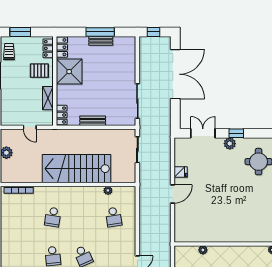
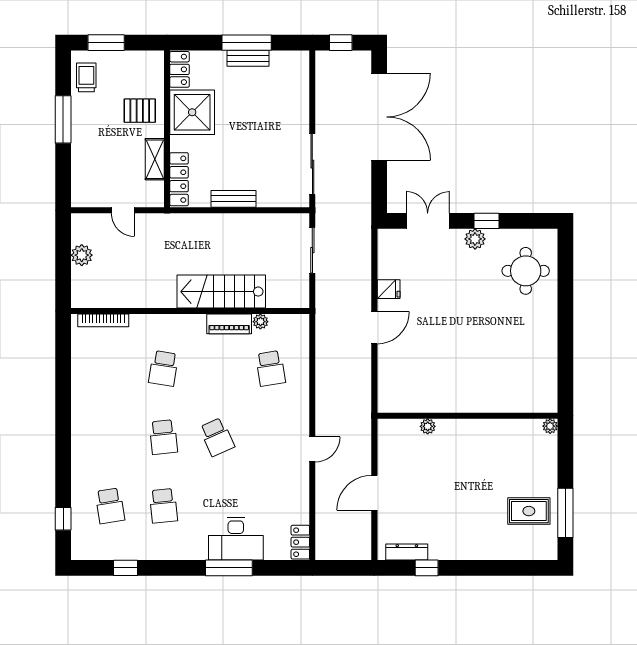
locker: (48, 48) -> (155, 71), removed
locker: (62, 115) -> (179, 179), width x1.53
stairs: (77, 169) -> (221, 292), width x0.73, depth x0.66
piano: (90, 192) -> (229, 324), added

